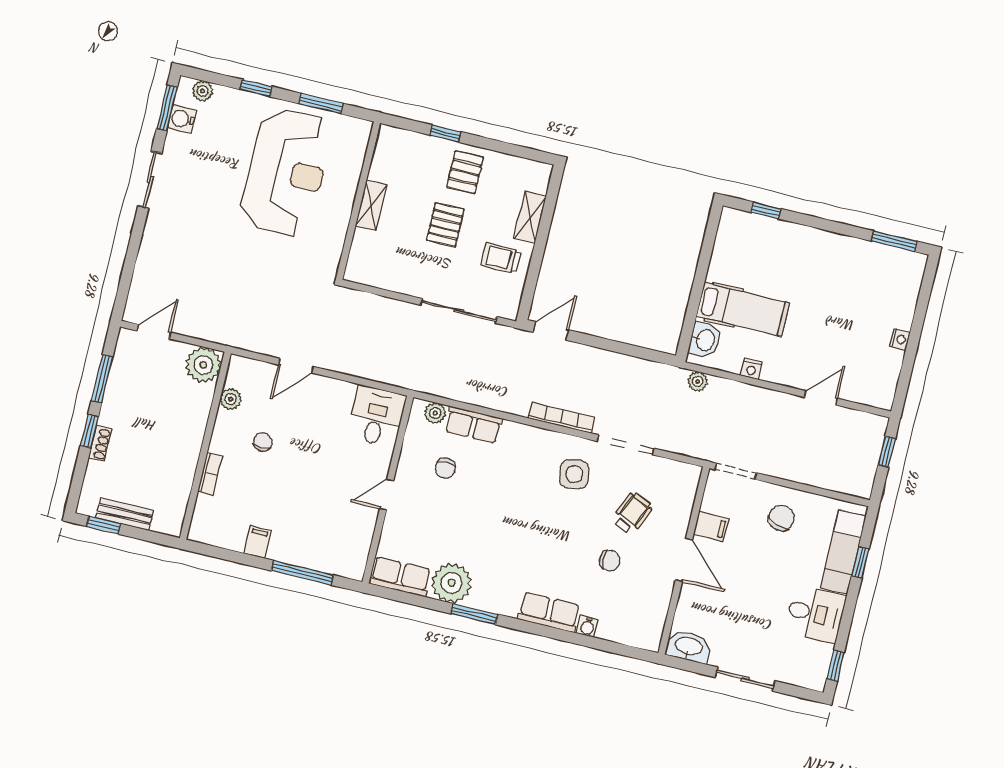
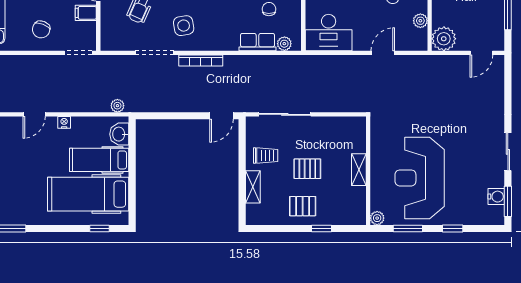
plant: (203, 91) -> (377, 218), moved
pallet: (465, 172) -> (303, 206), turned 90
pallet: (445, 225) -> (307, 169), turned 90
hospital bed: (770, 264) -> (88, 194), added
nightstand: (751, 369) -> (64, 122), moved
desk: (376, 416) -> (329, 33), width x1.37

